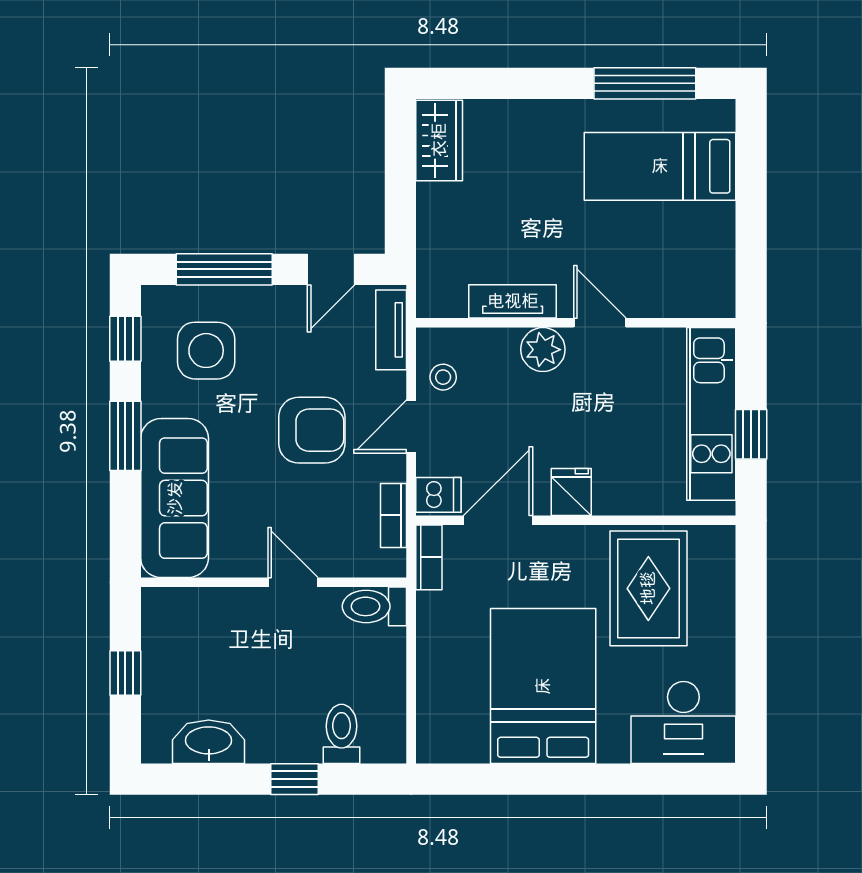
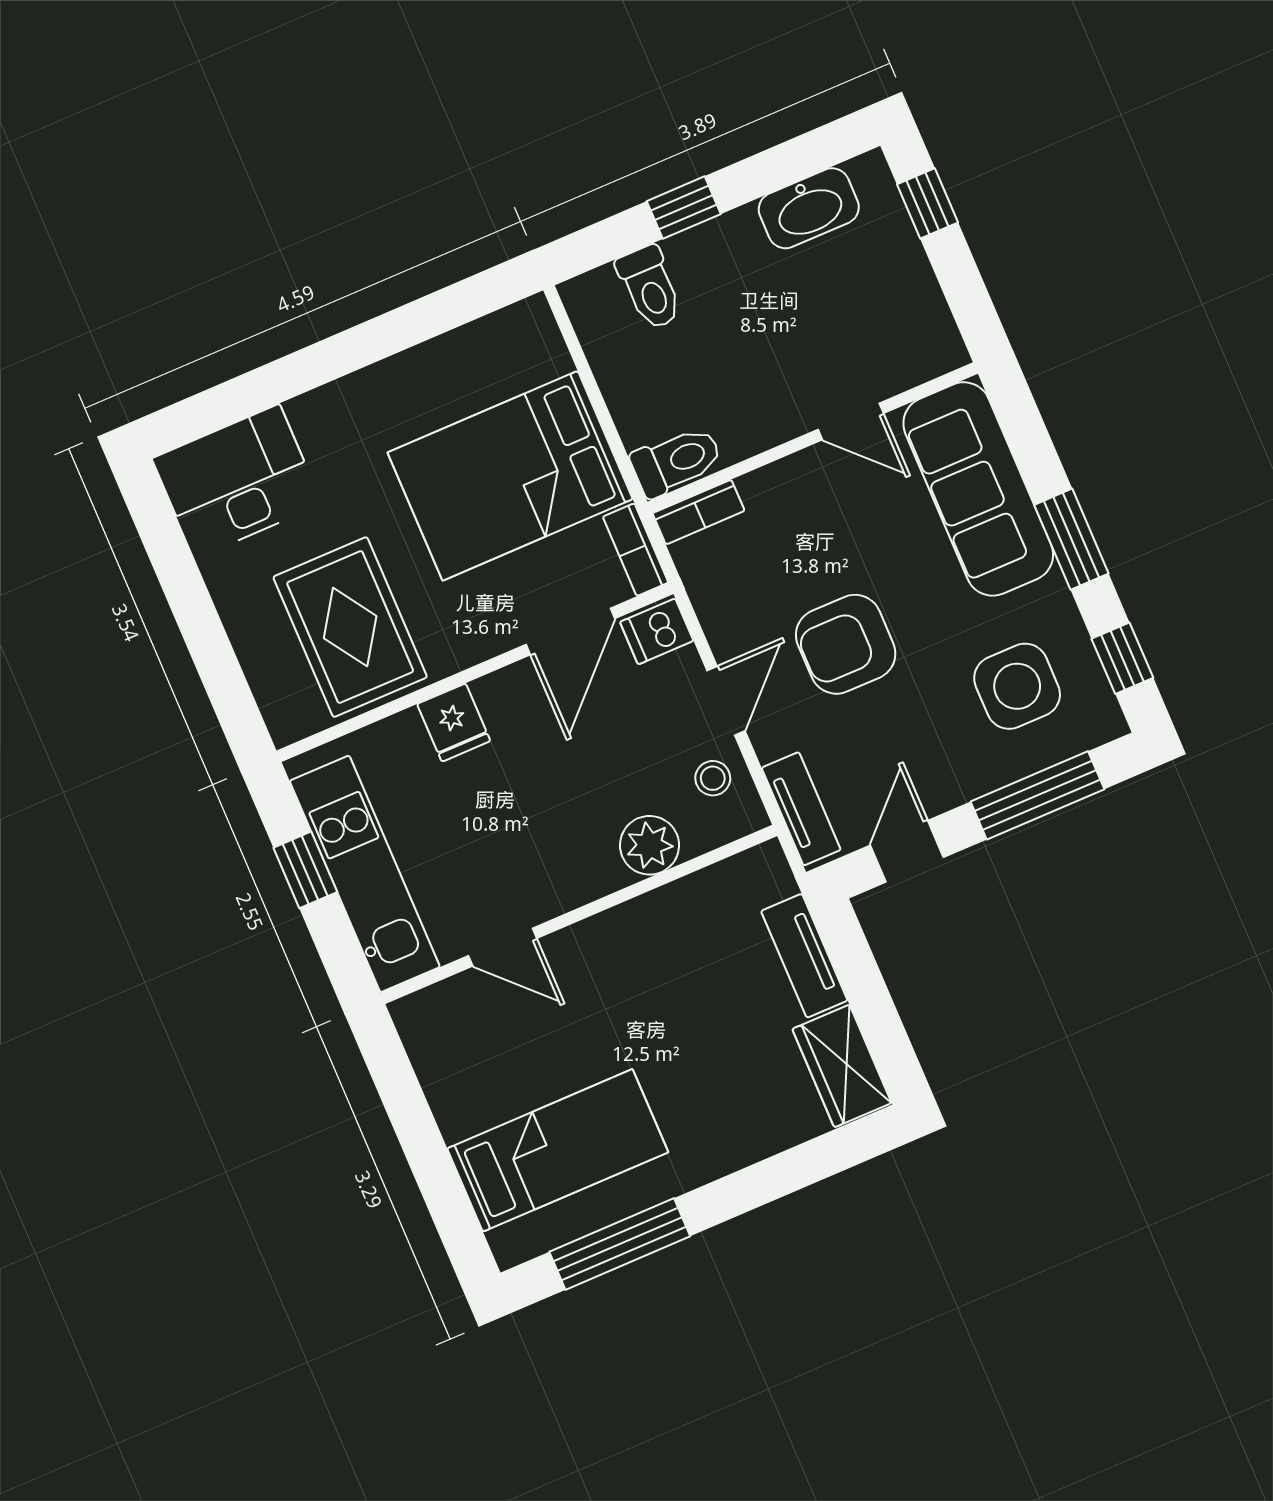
tv unit: (513, 301) -> (804, 956), moved, turned 90
door: (600, 323) -> (503, 947), moved
plant: (543, 350) -> (650, 845), moved
fridge: (571, 492) -> (454, 723), moved
bookcase: (394, 515) -> (699, 512), moved, turned 90
door: (293, 582) -> (851, 421), moved
window: (125, 673) -> (927, 203), moved
bed: (543, 686) -> (510, 476), moved, turned 90

